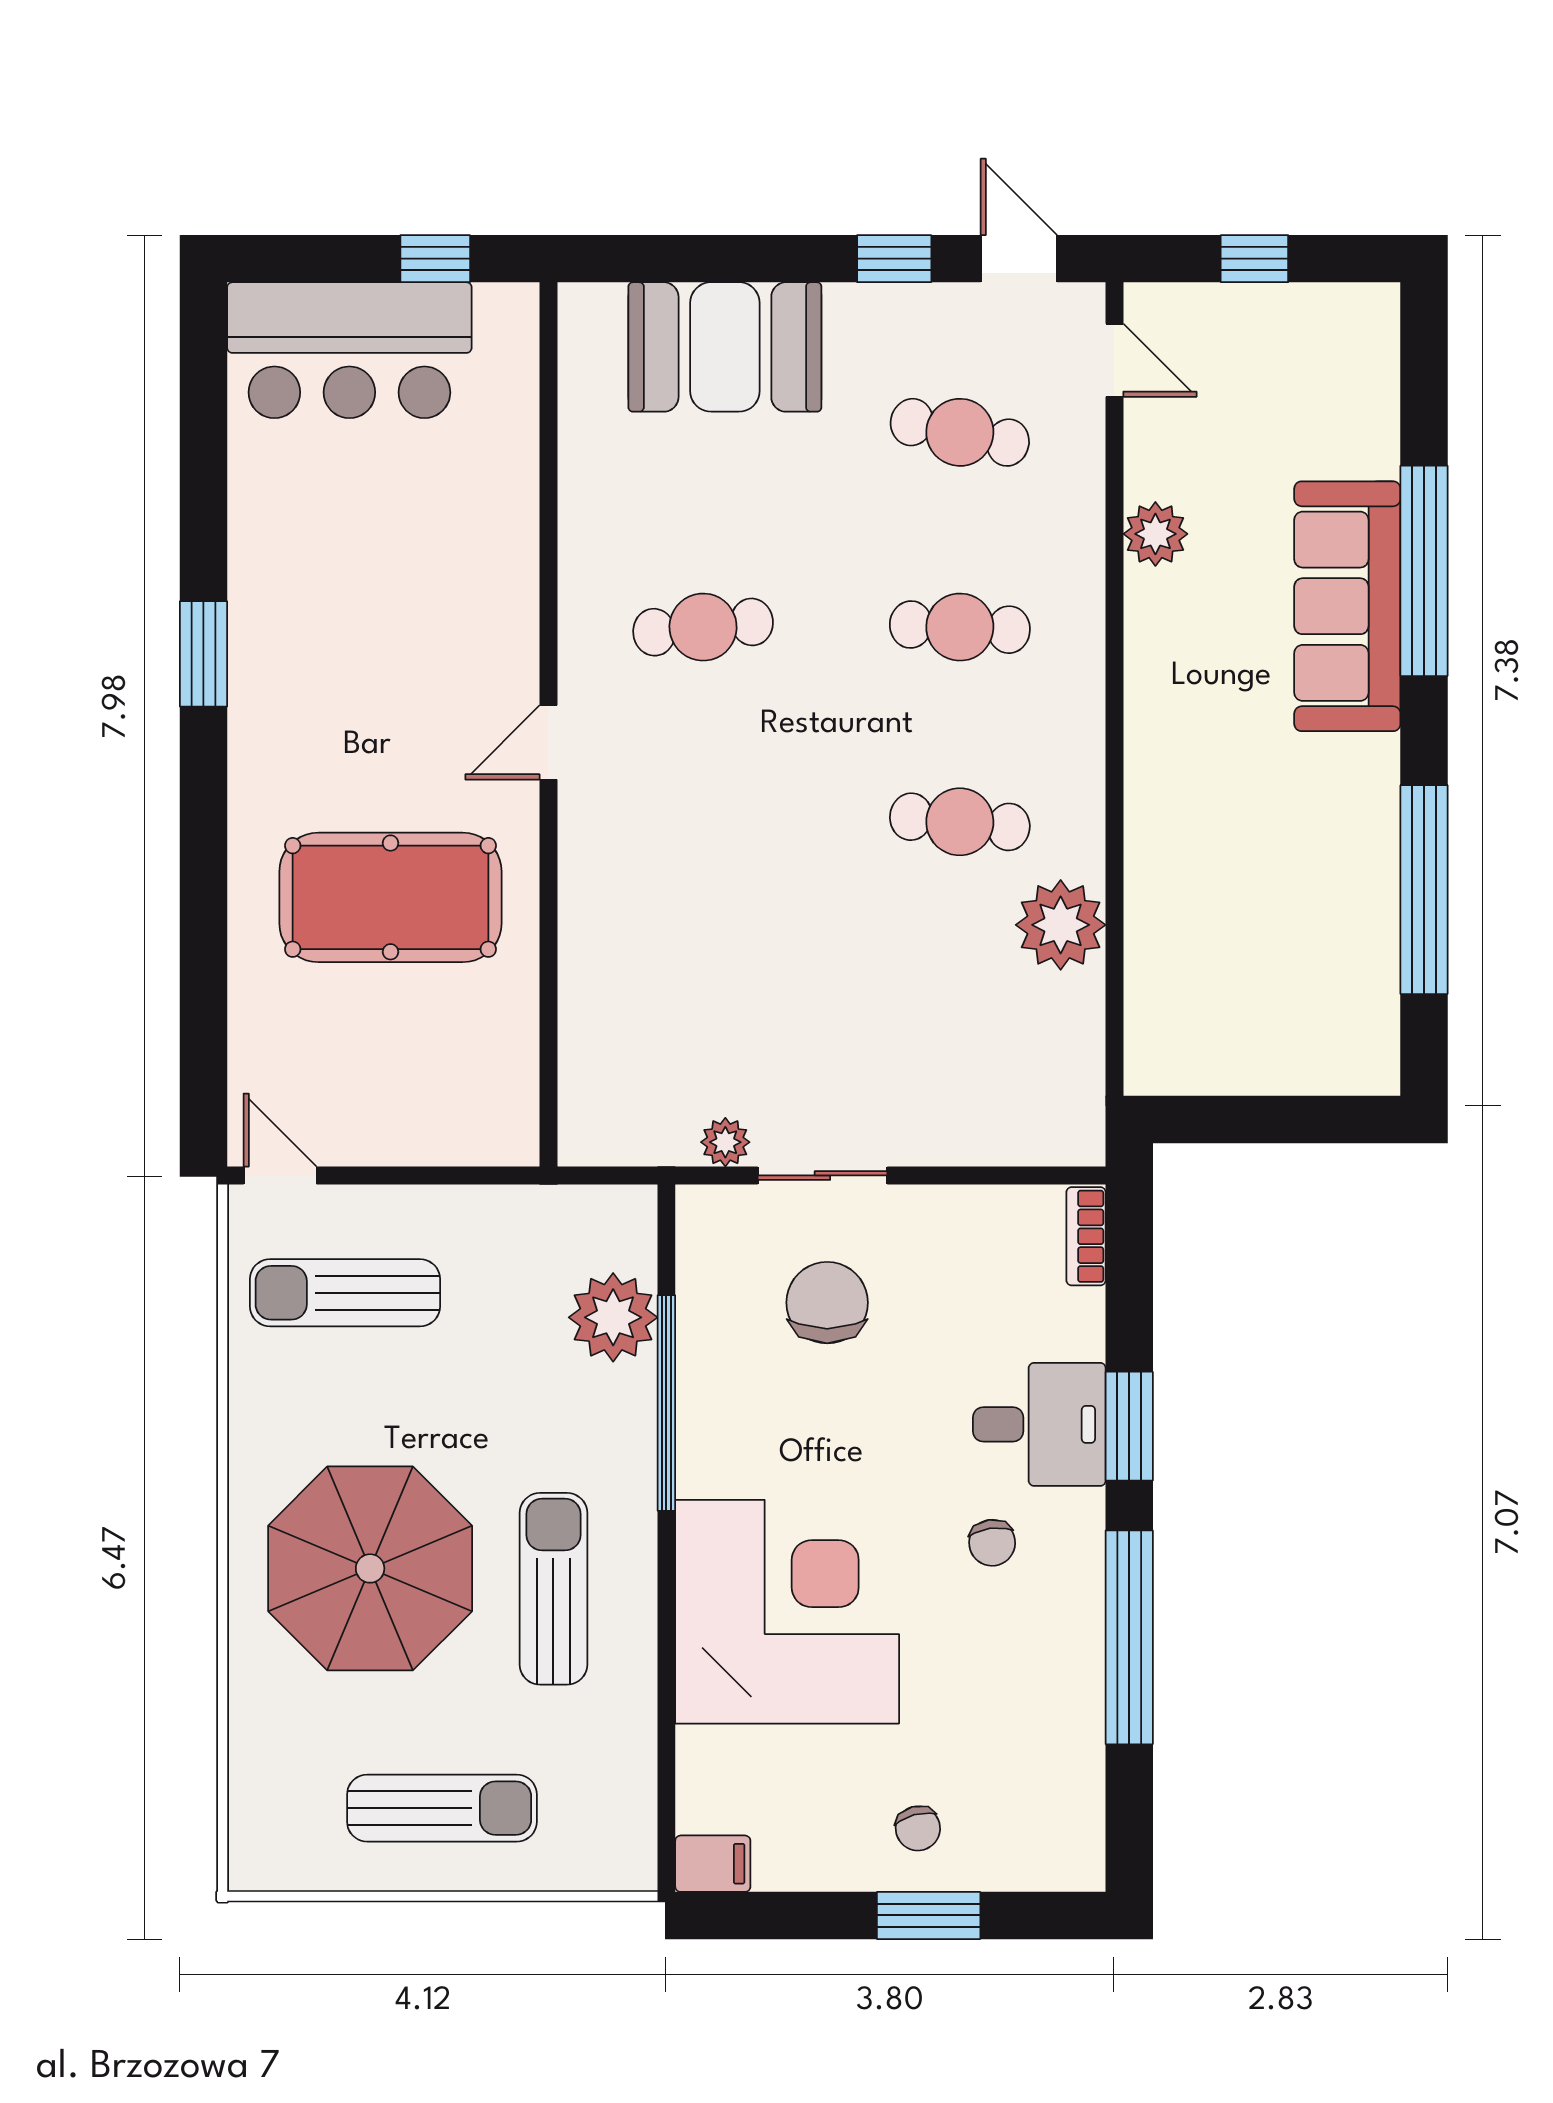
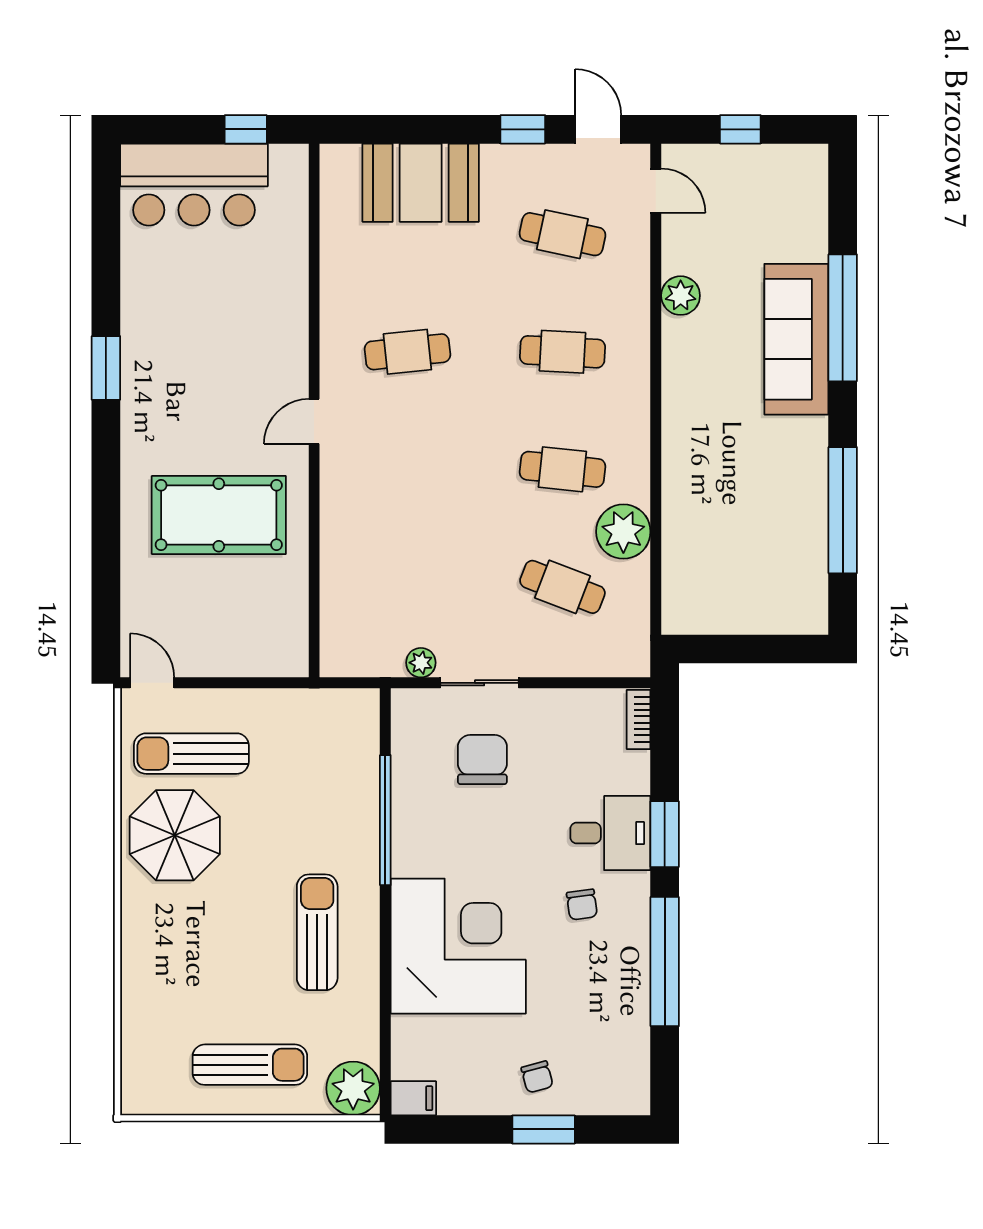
cafe table: (960, 1017) -> (562, 587), added
plant: (613, 1317) -> (353, 1088), moved
parasol: (370, 1568) -> (175, 835), moved, width x0.73, depth x0.73

